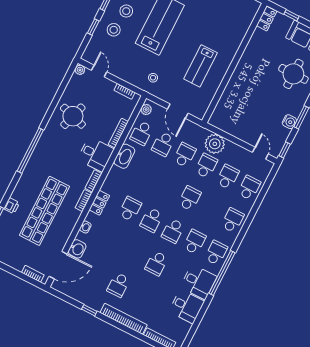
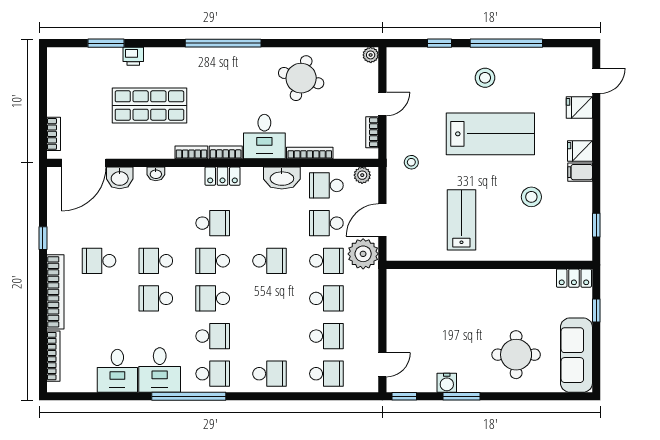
stool: (114, 30) -> (531, 197), moved
lab bench: (201, 66) -> (461, 220), turned 90
door: (99, 71) -> (382, 104), moved
plant: (215, 144) -> (363, 254), moved
school desk: (190, 198) -> (270, 261), moved
locker: (99, 203) -> (222, 176), moved
shop shelf: (44, 211) -> (149, 106), width x0.71
school desk: (135, 252) -> (156, 261), added
door: (58, 265) -> (84, 163), hinge flipped

